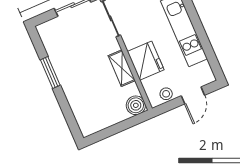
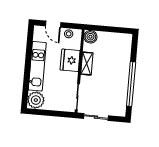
window: (50, 72) -> (131, 84), width x2.11
door: (193, 95) -> (53, 24), swing flipped

